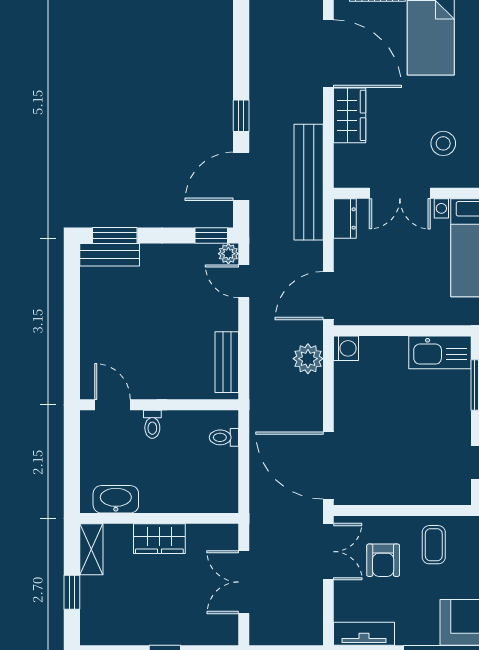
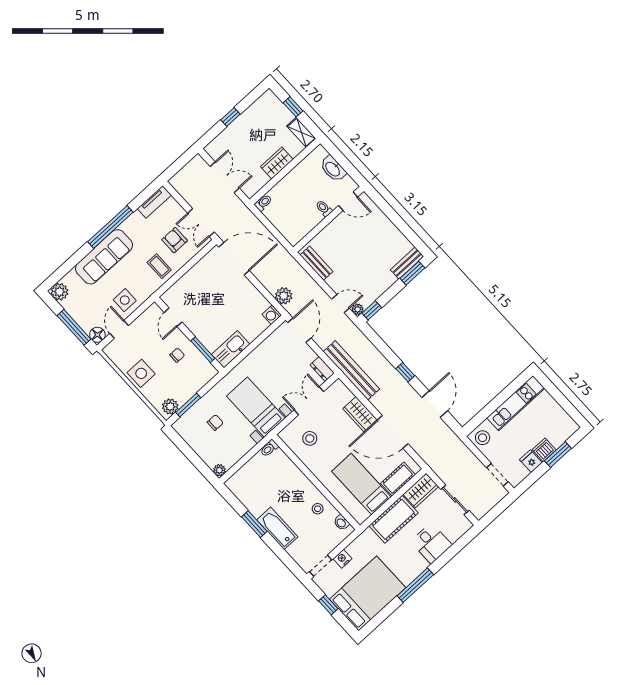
door: (241, 176) -> (435, 404), moved
toilet: (224, 437) -> (263, 203), moved
washbasin: (116, 499) -> (333, 169), moved, turned 90

